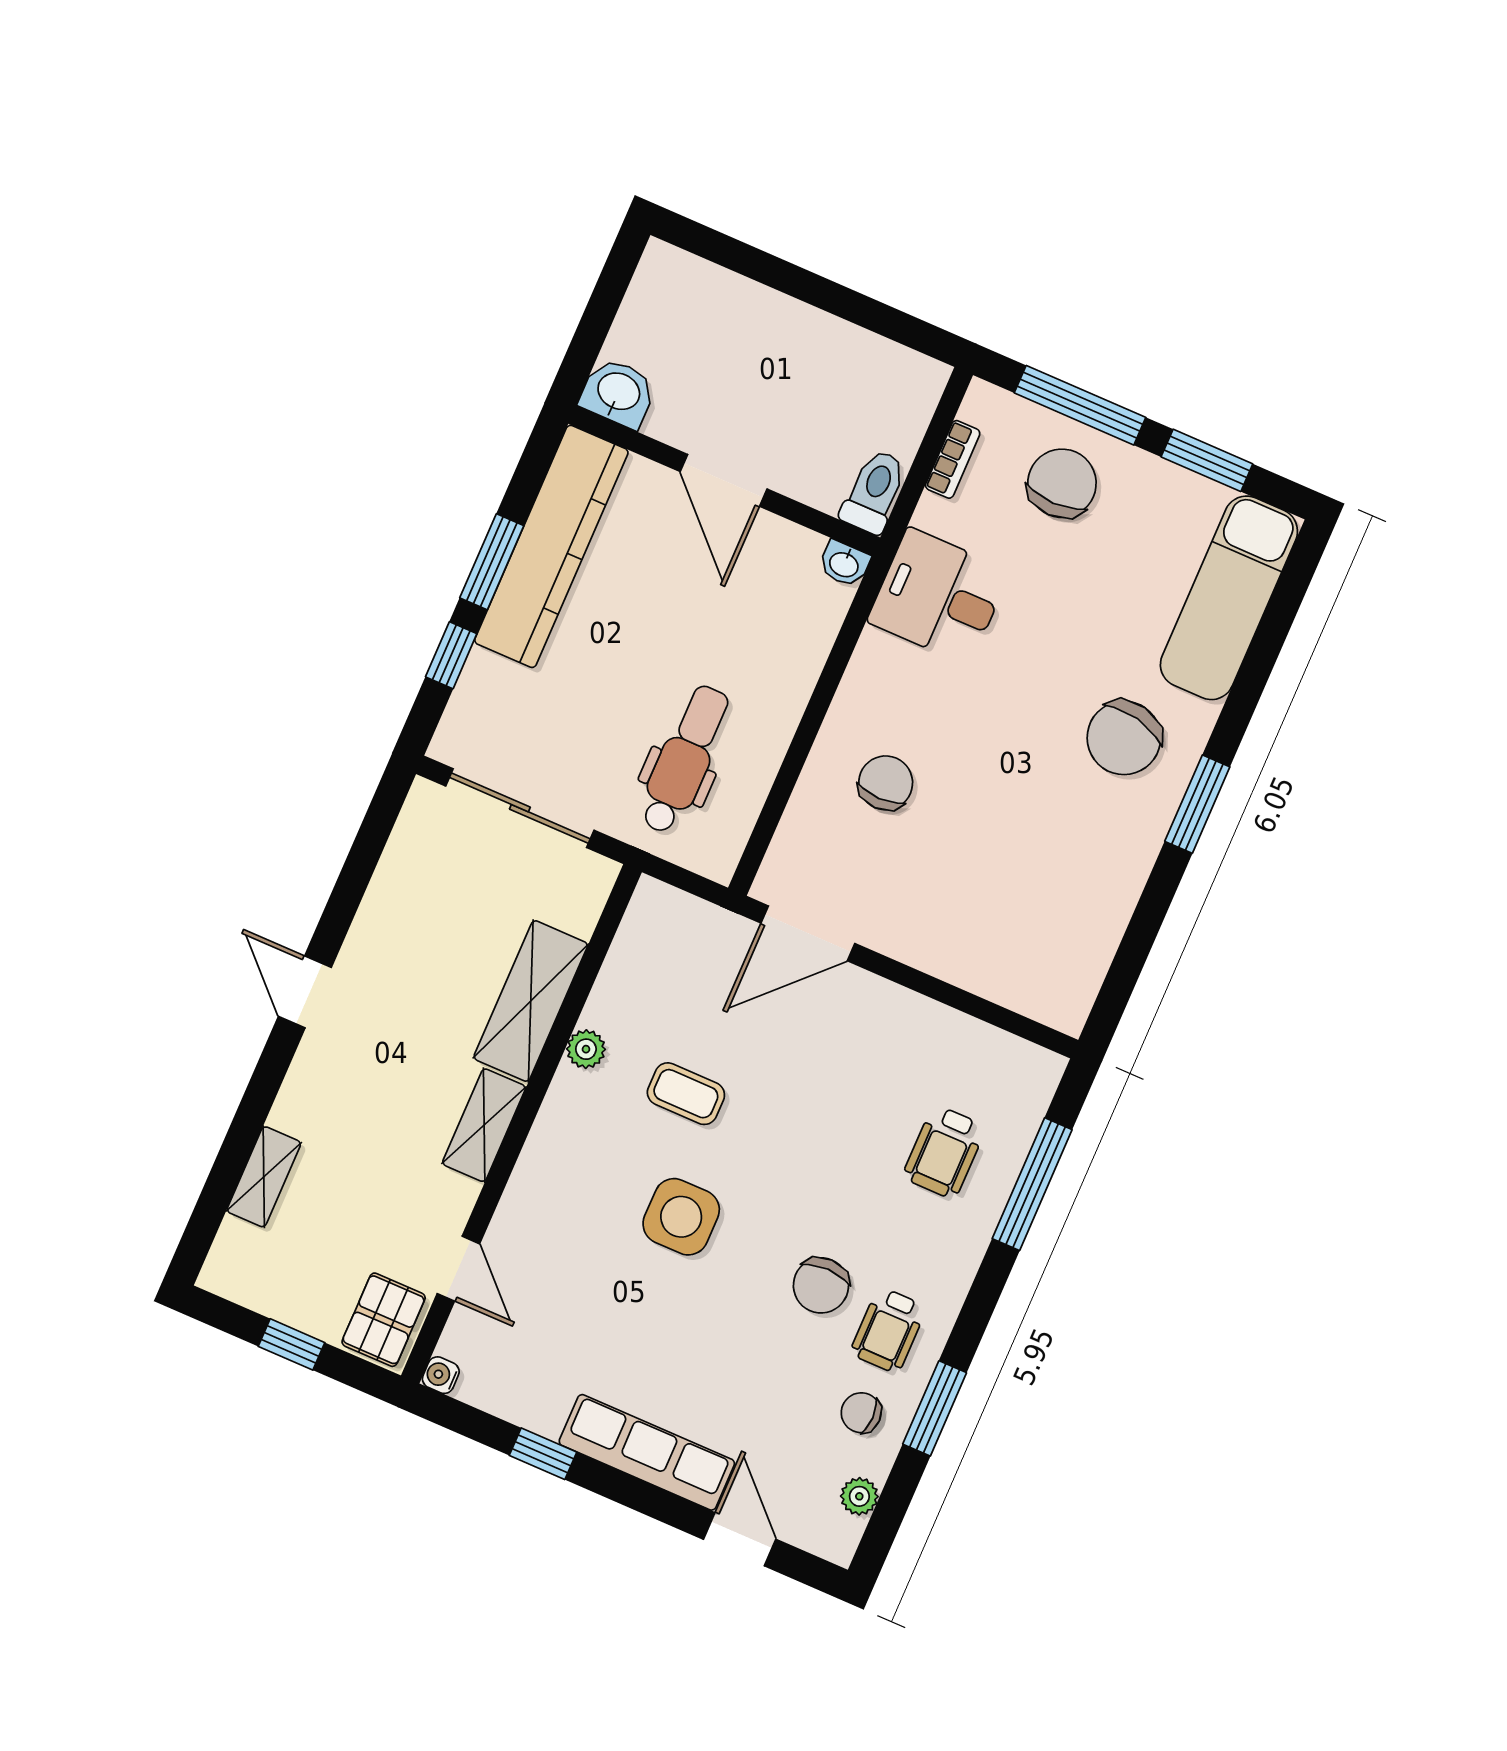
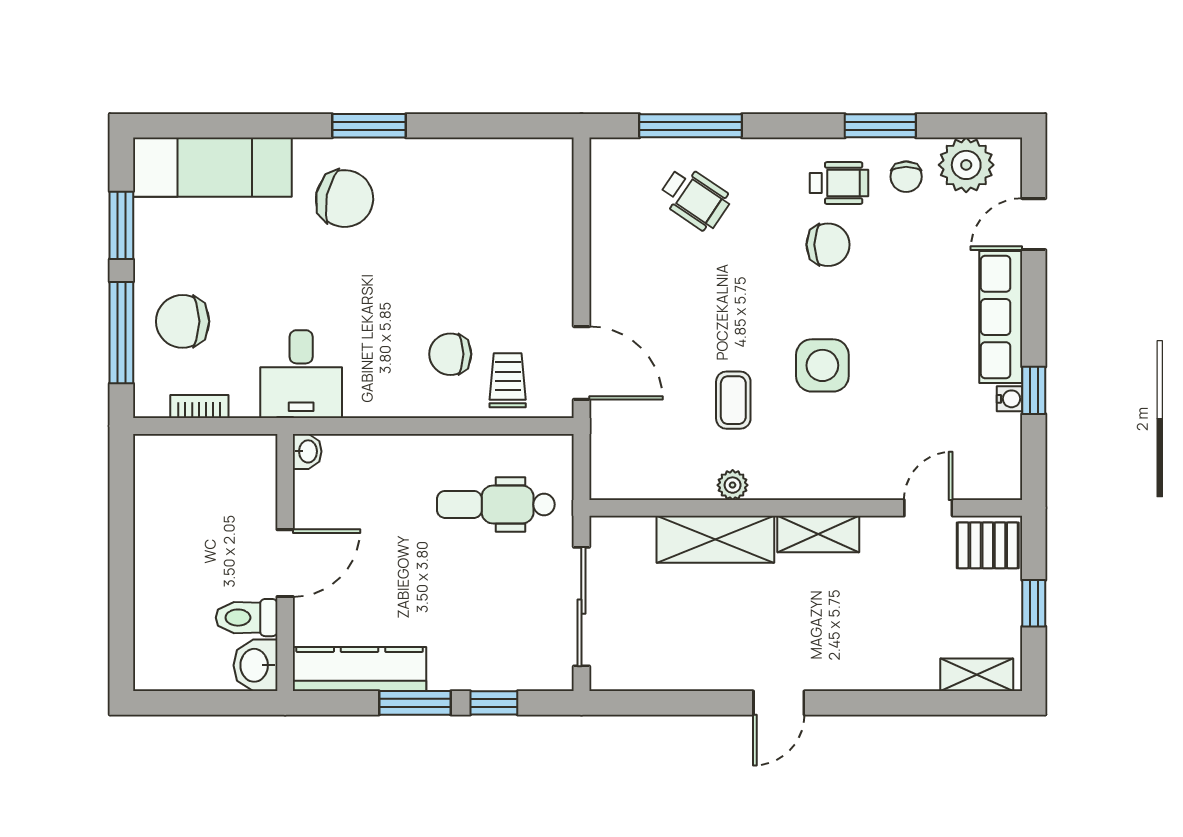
toilet: (874, 492) -> (247, 618), moved
kitchen counter: (551, 546) -> (360, 669), width x0.72, depth x0.86
trolley: (825, 837) -> (508, 380), added
wheelchair: (944, 1152) -> (695, 198), turned 34
shelving: (264, 1177) -> (977, 675), moved
water cooler: (441, 1375) -> (1009, 399), moved, turned -90
plant: (859, 1496) -> (966, 165), width x1.87, depth x1.87

